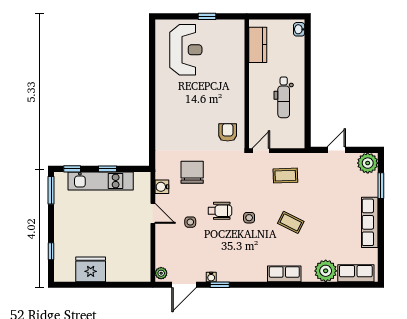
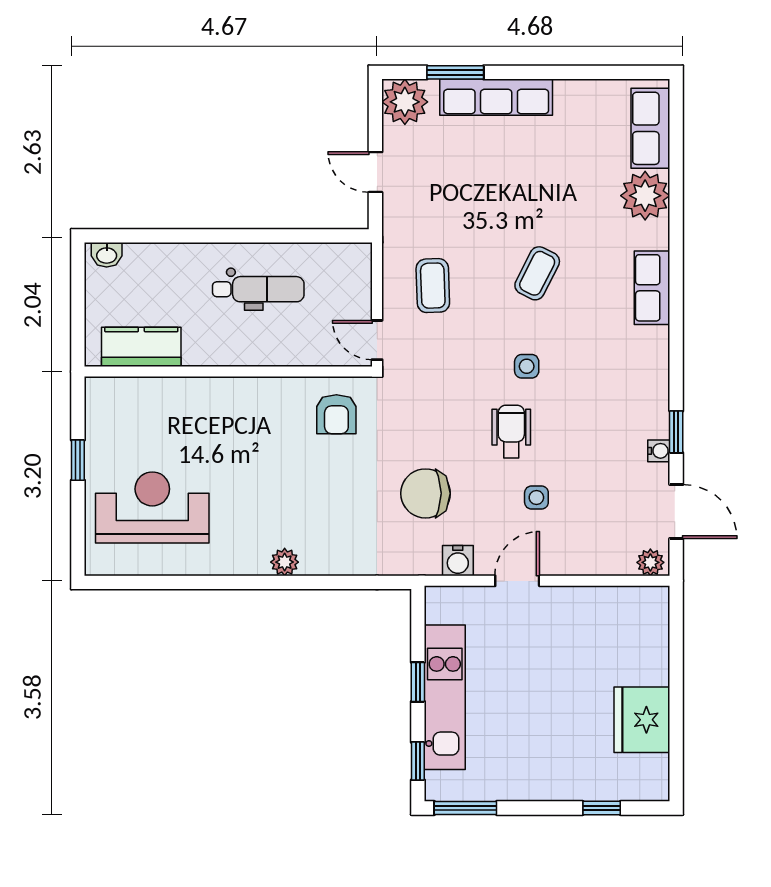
plant: (161, 109) -> (285, 562), added
armchair: (228, 132) -> (336, 414), turned -90
row of seats: (370, 222) -> (496, 97), moved

